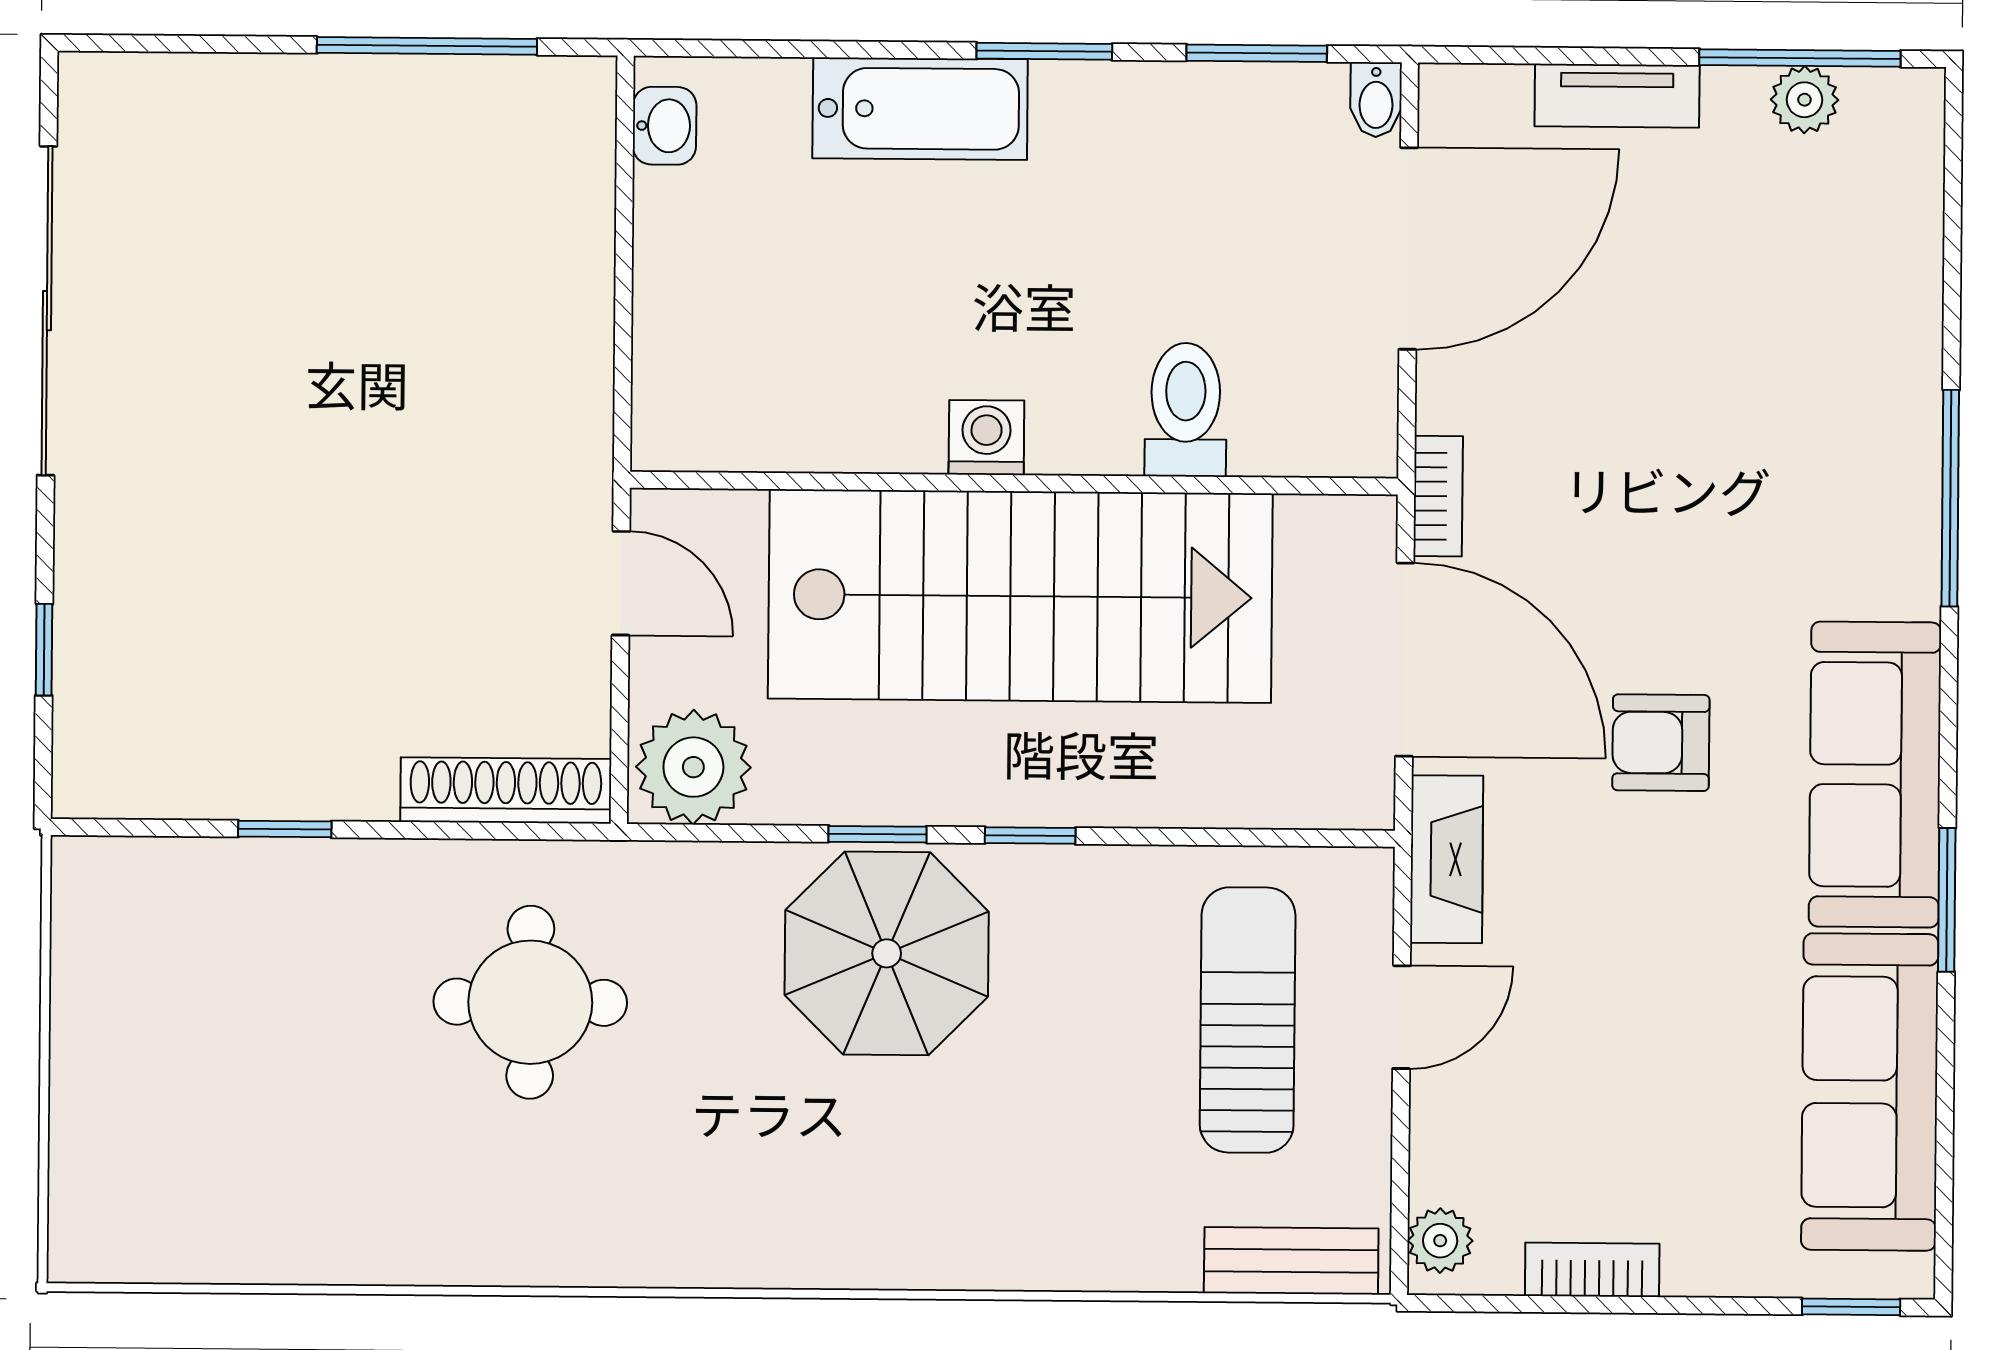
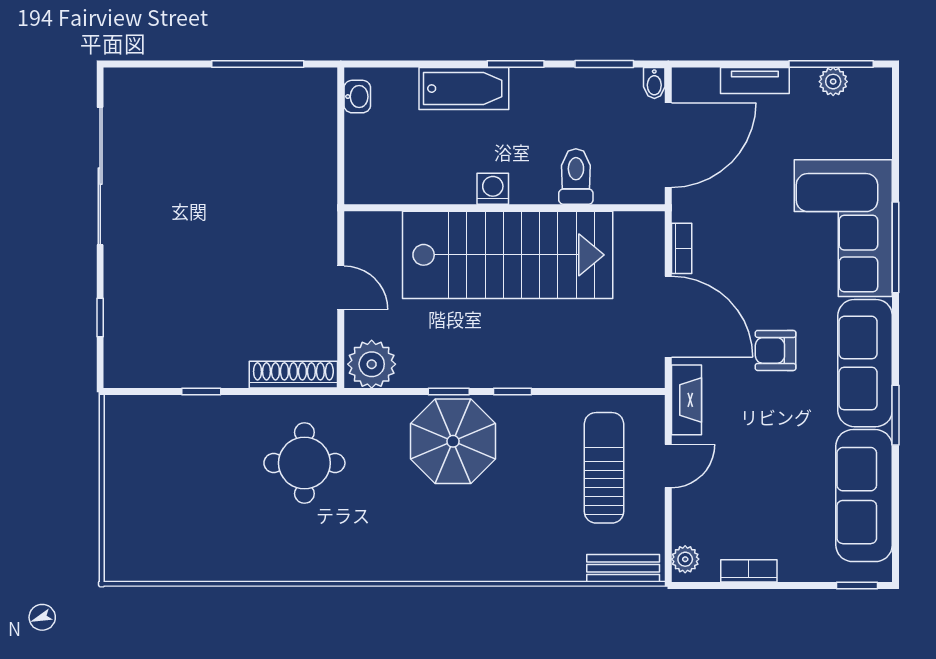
toilet: (1186, 410) -> (576, 176), moved
washing machine: (986, 438) -> (493, 189), moved
corner sofa: (1826, 451) -> (843, 228), added
wall: (1014, 483) -> (504, 208), moved
stairs: (1020, 596) -> (508, 255), moved

